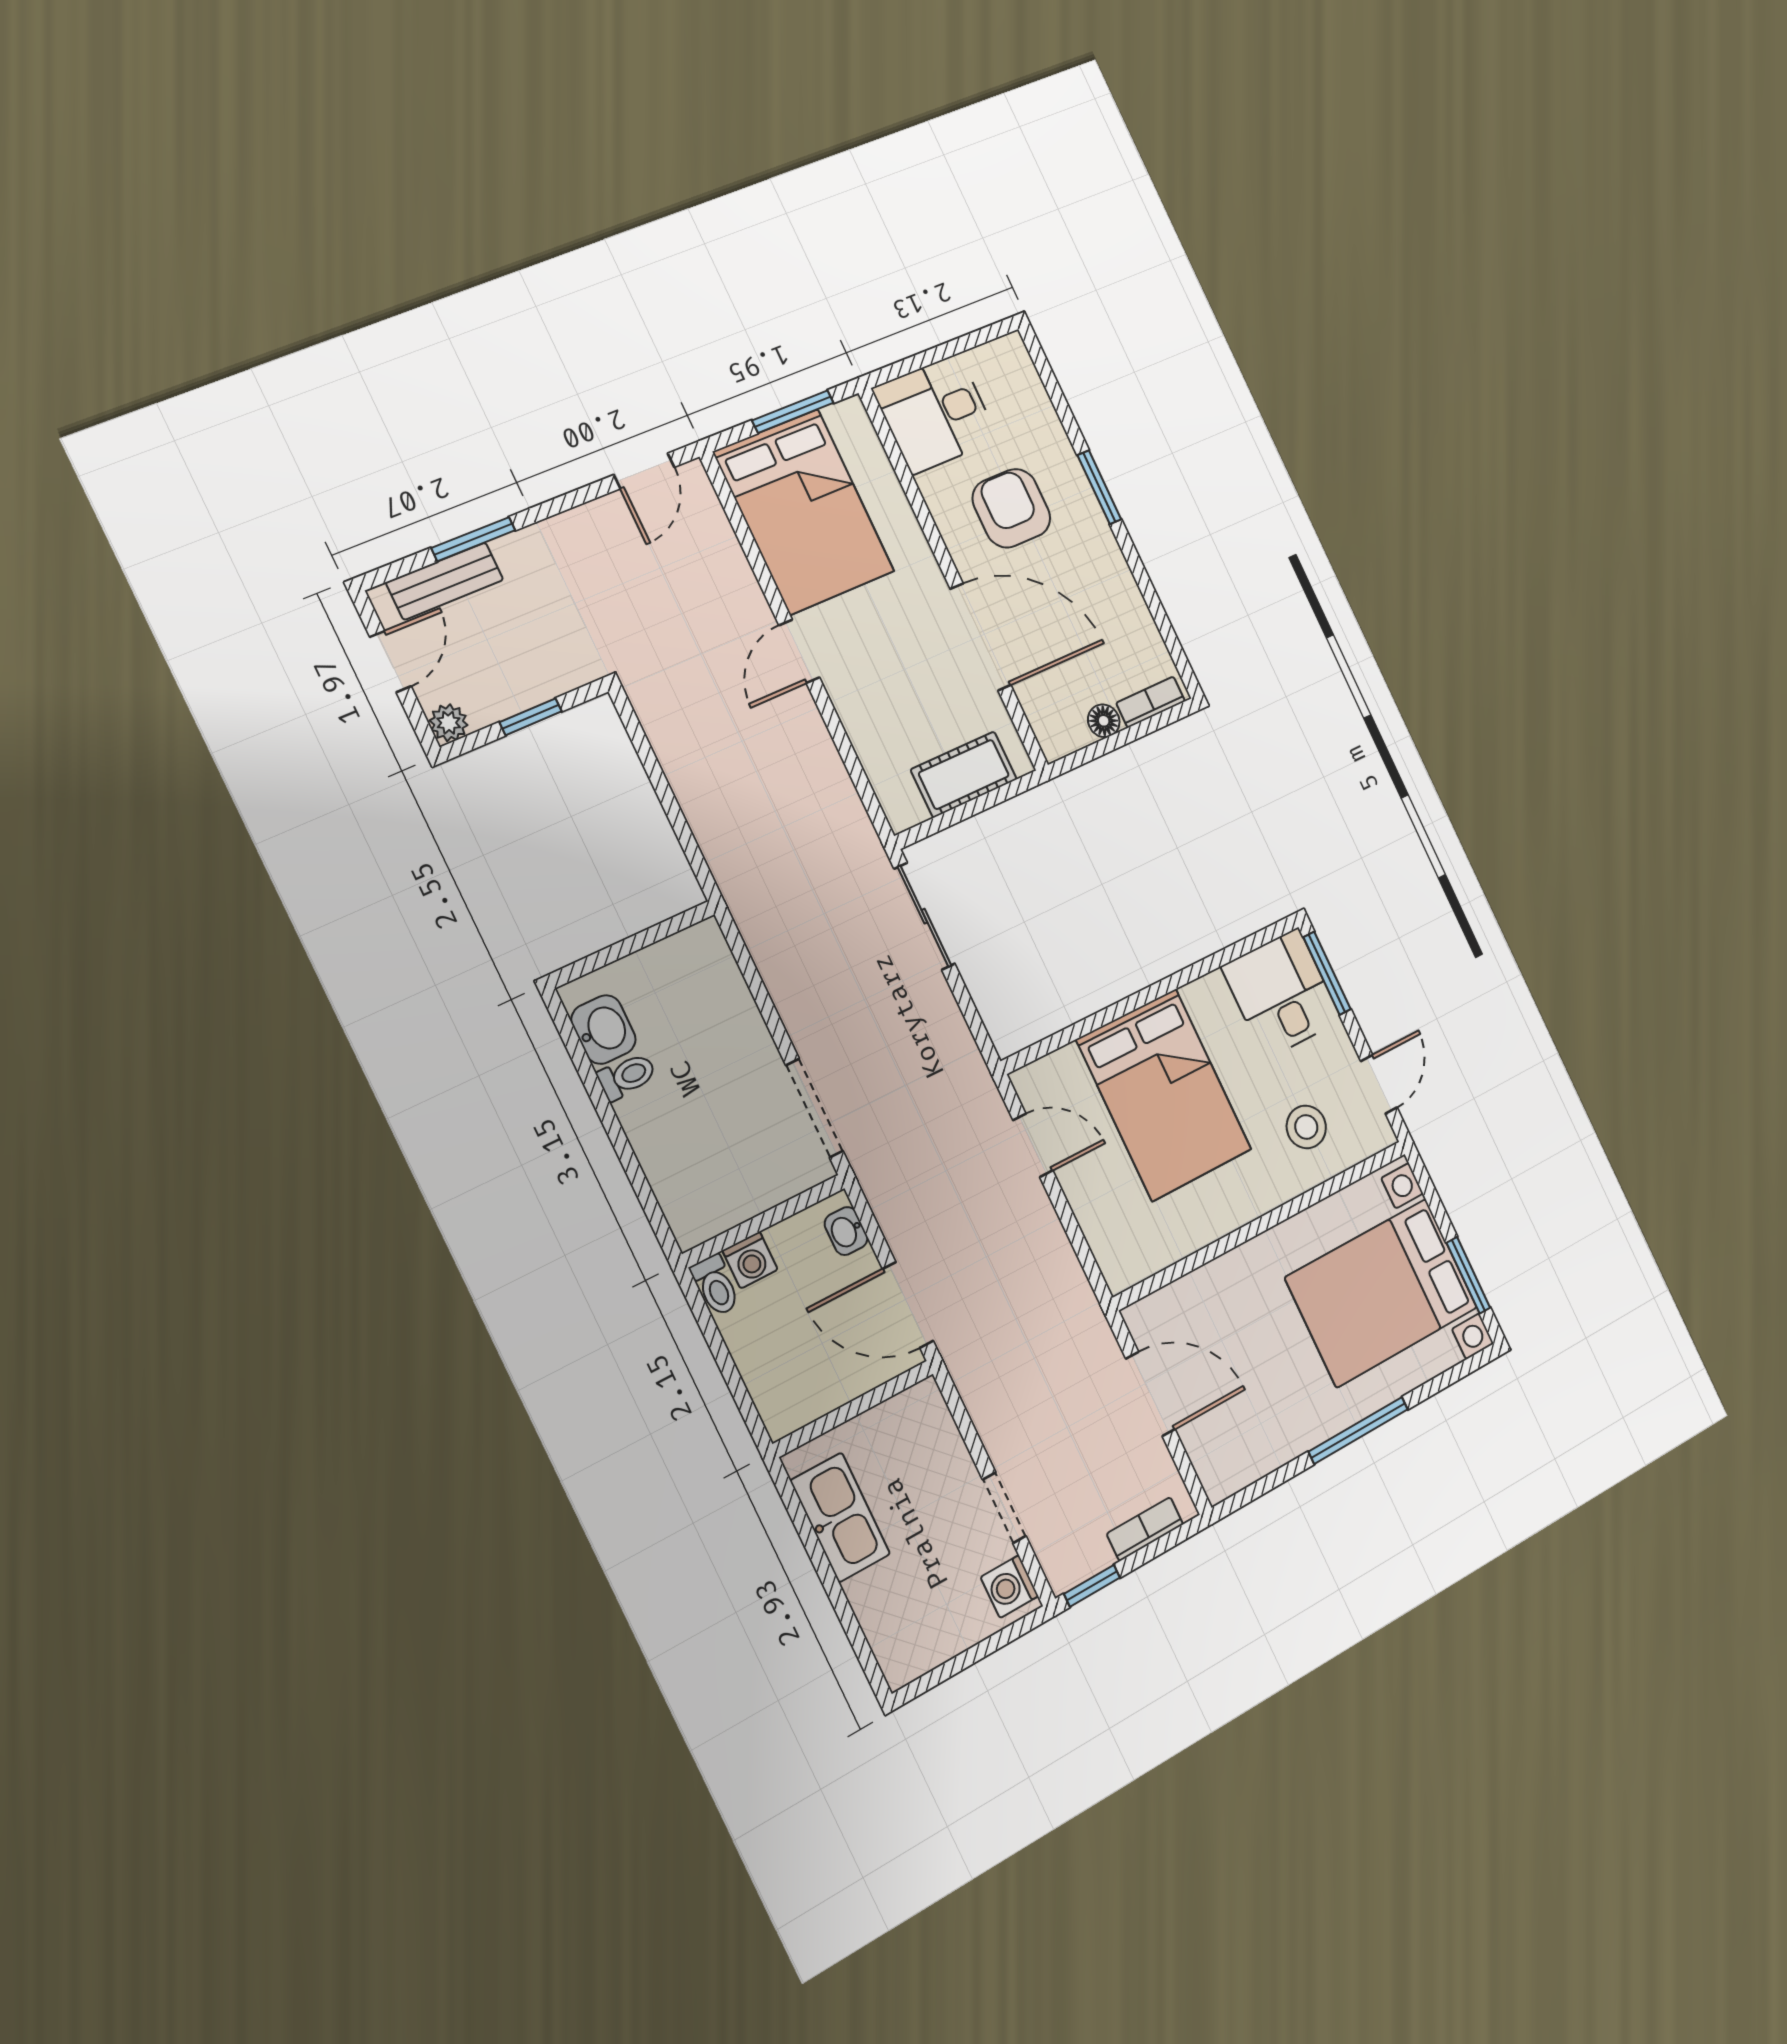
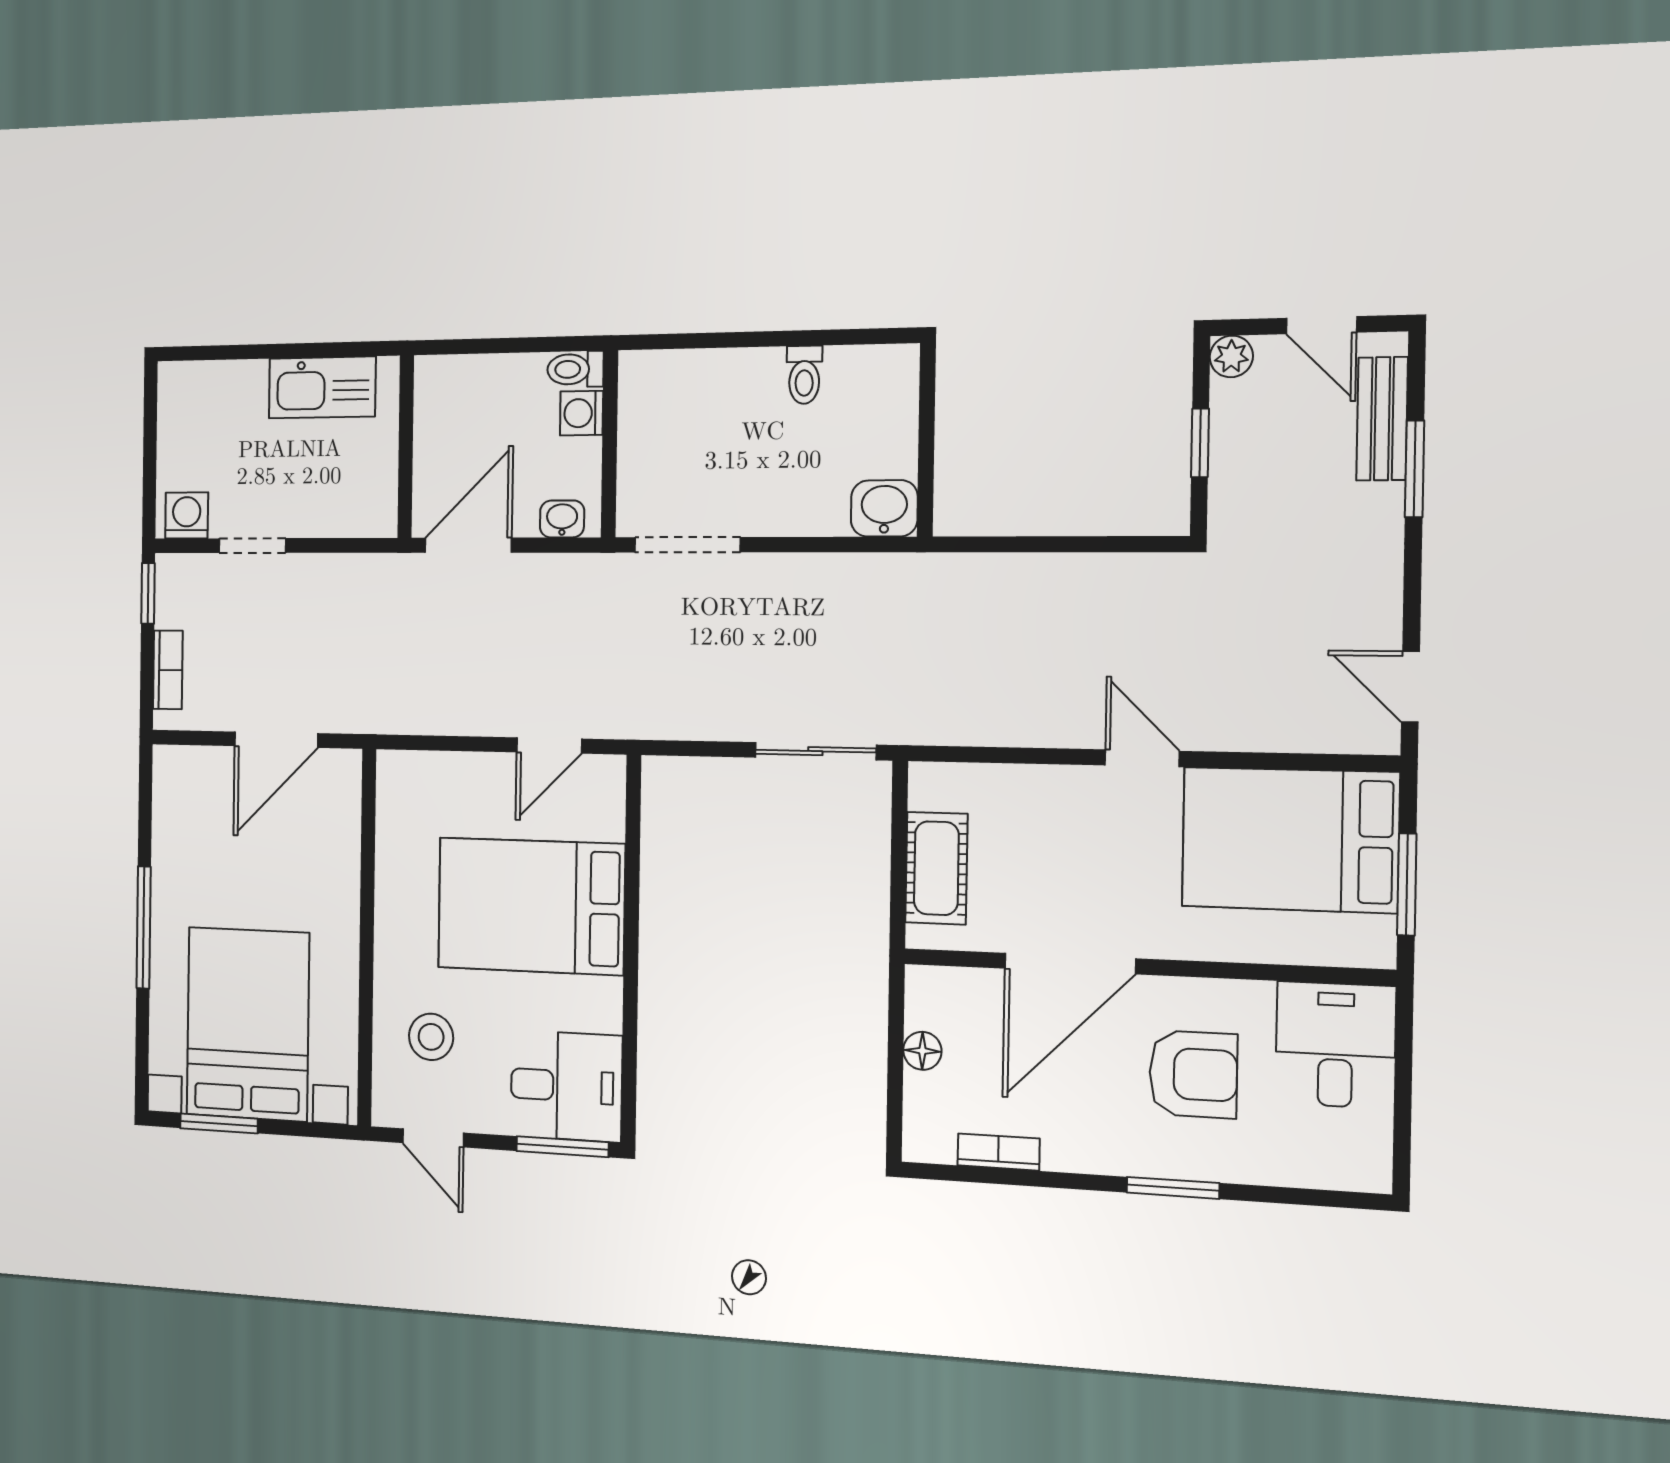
bookcase: (1151, 702) -> (998, 1152), moved, turned -90
washbasin: (603, 1030) -> (884, 508), moved, turned 180

